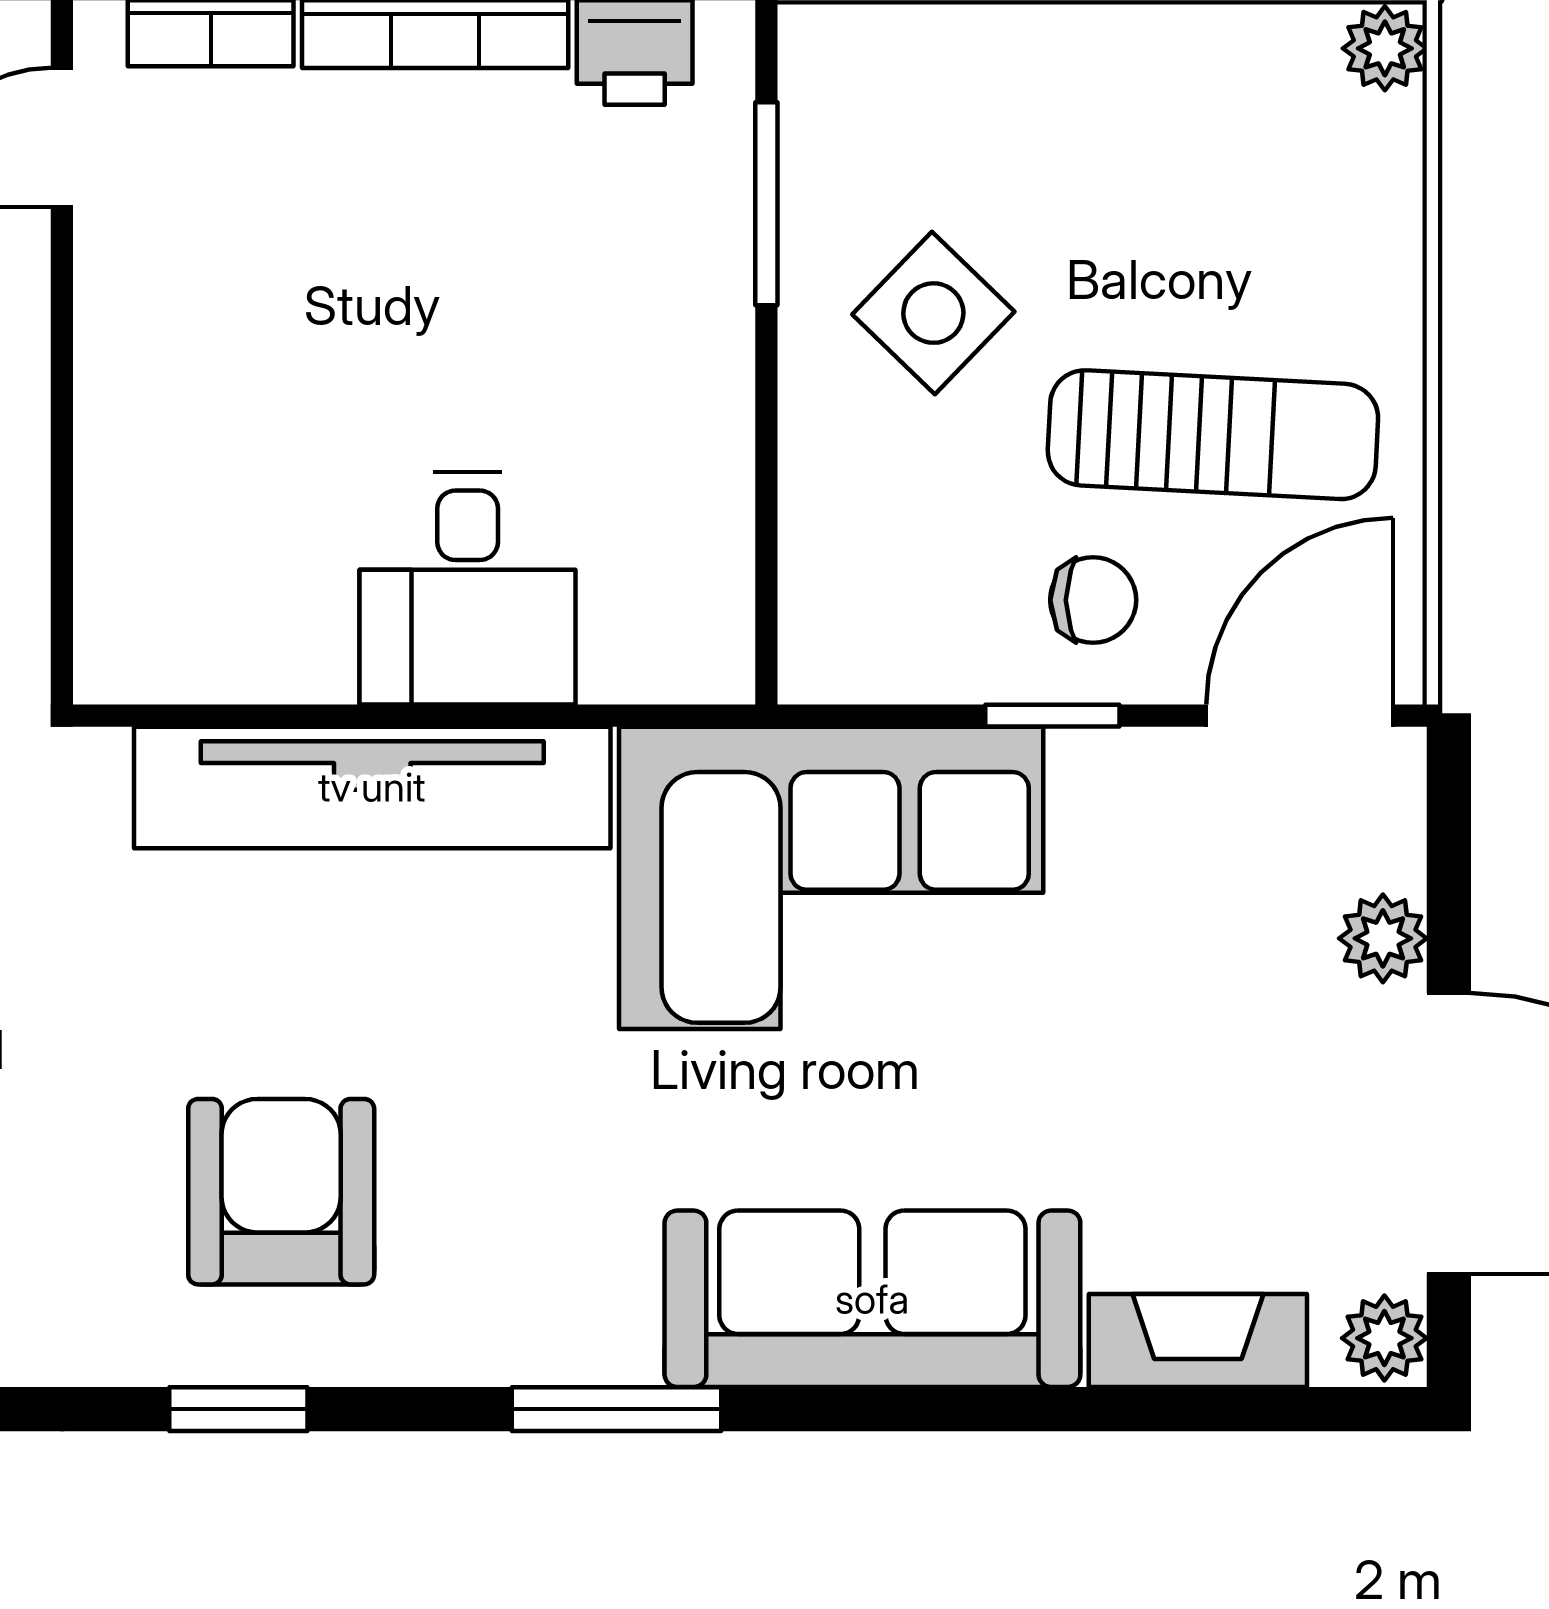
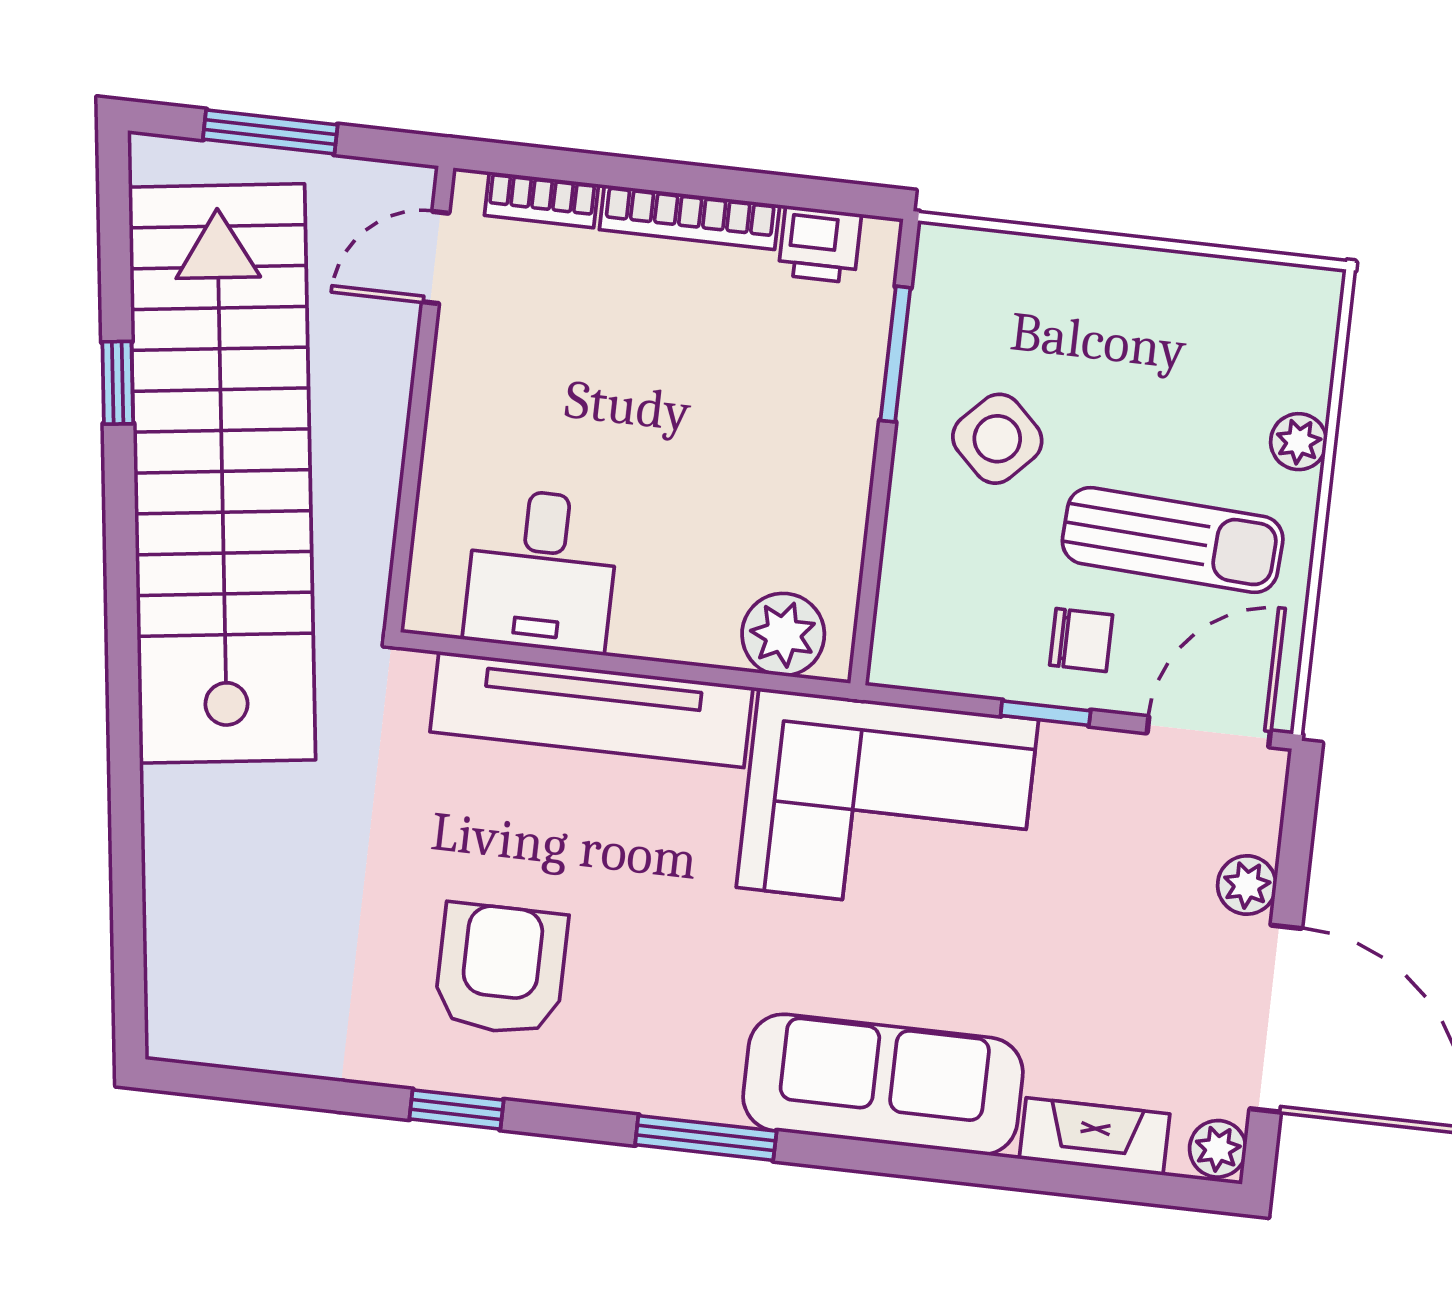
plant: (1385, 48) -> (1299, 442), moved
desk: (468, 588) -> (542, 571), moved
plant: (646, 642) -> (783, 634), added

